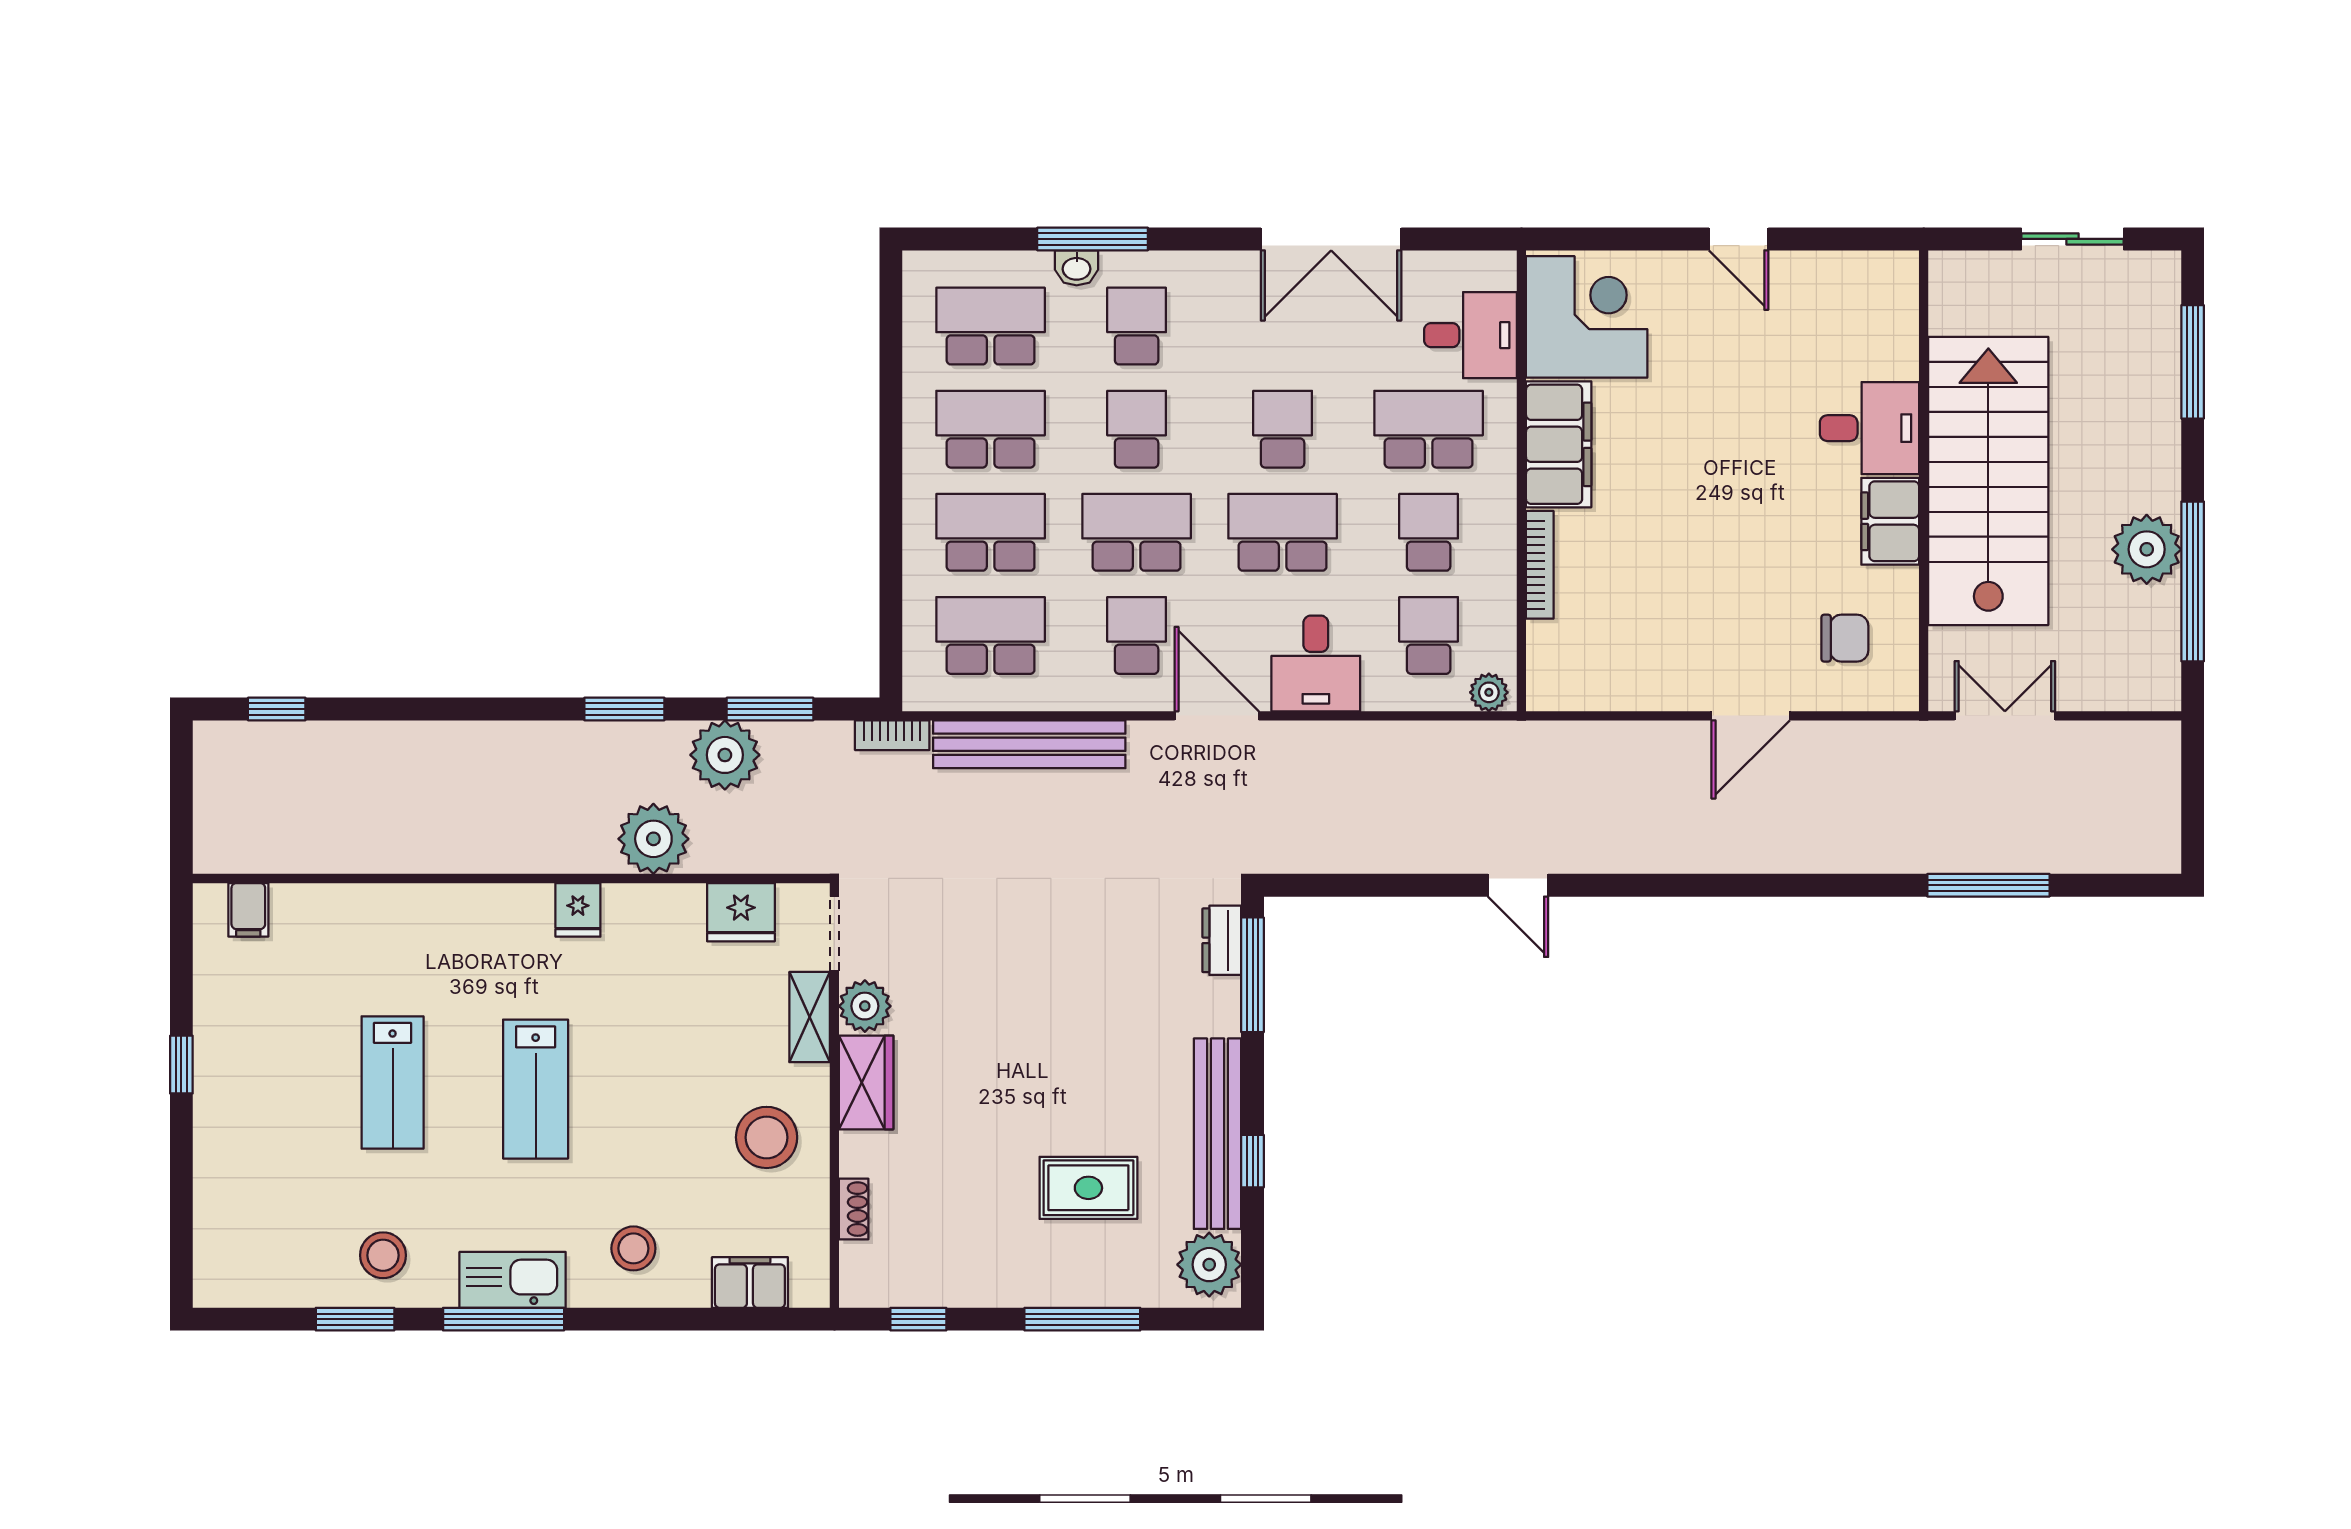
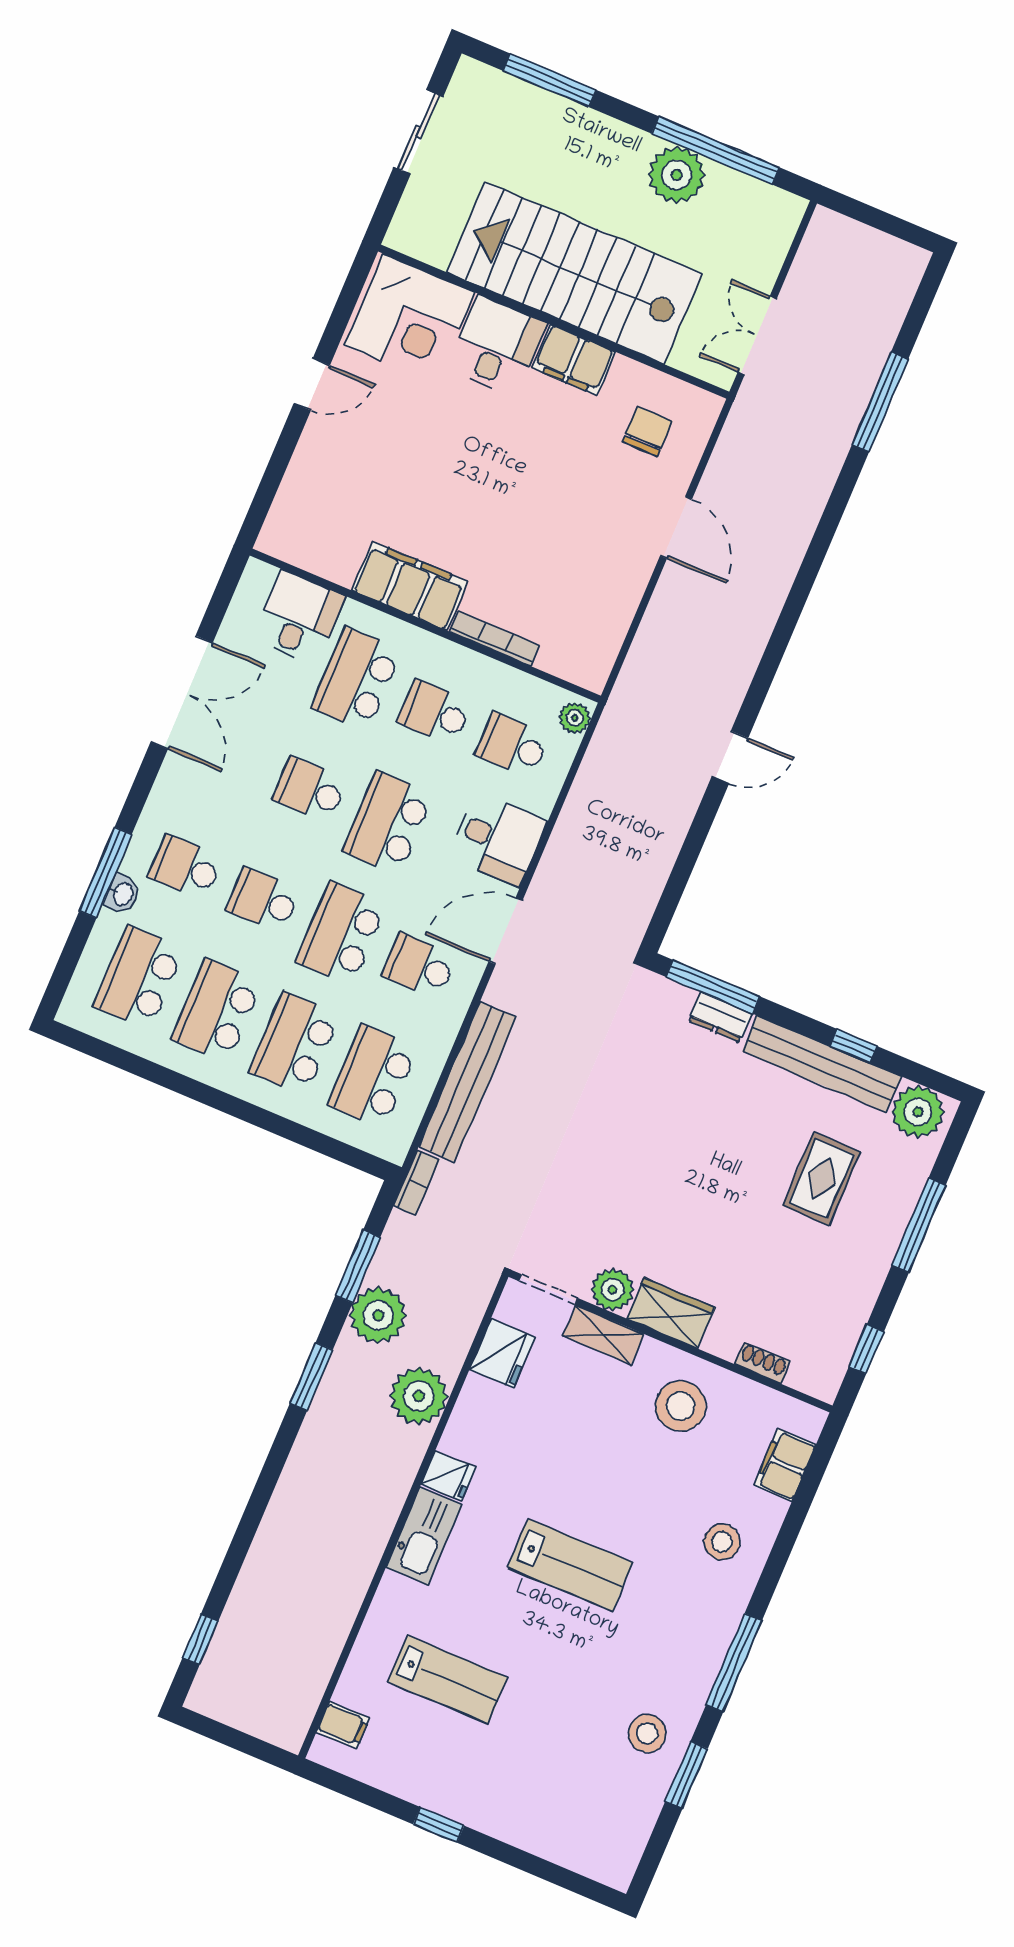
corner desk: (1587, 317) -> (410, 319), moved, turned 180
dresser: (1222, 940) -> (720, 1017), moved
lab bench: (393, 1082) -> (448, 1680), moved
kitchen sink: (513, 1280) -> (424, 1536), moved, turned 180

